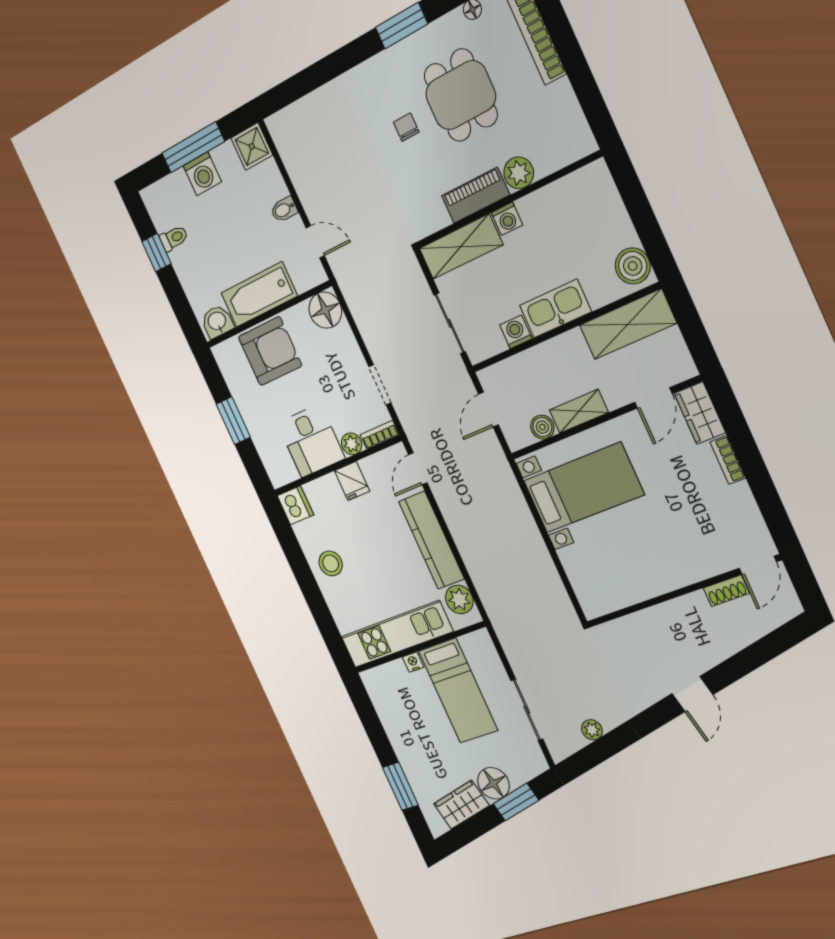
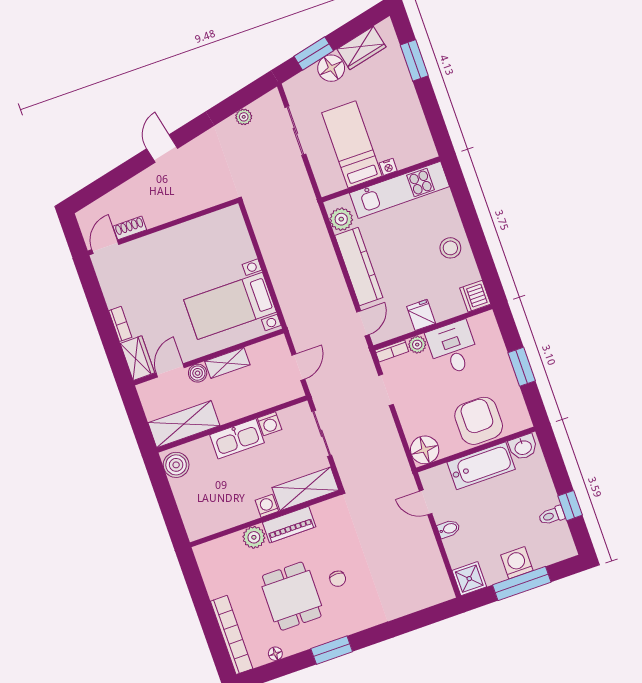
armchair: (270, 351) -> (479, 421), turned 90
boiler: (542, 427) -> (198, 373), moved

